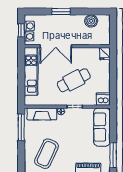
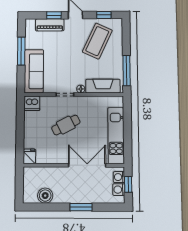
cafe table: (74, 80) -> (66, 125), width x0.73, depth x0.74
window: (113, 155) -> (21, 51), moved

